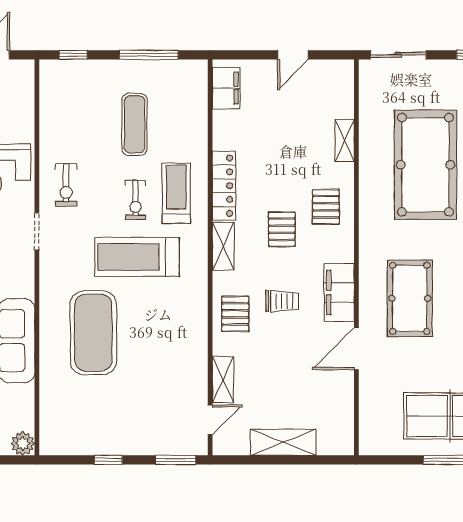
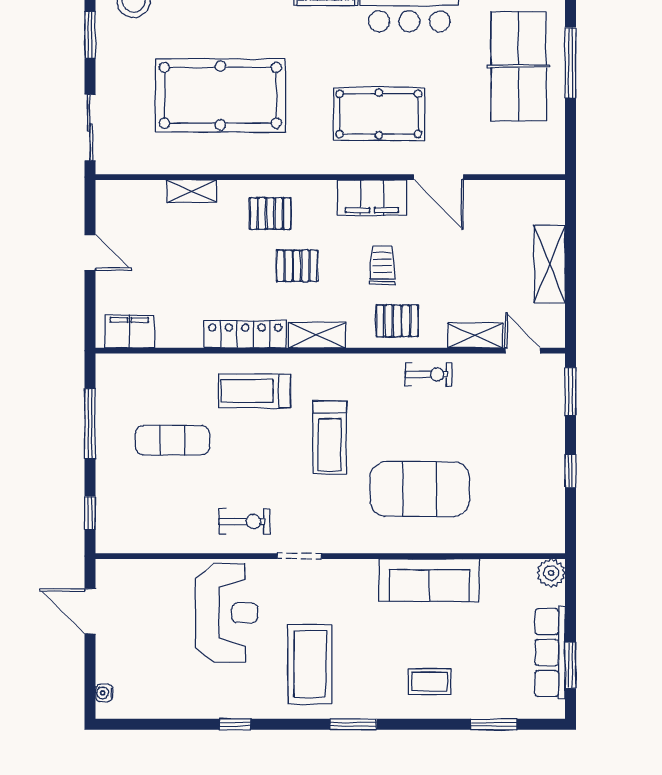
exercise bike: (136, 200) -> (429, 374), moved
treadmill: (137, 257) -> (330, 438), width x0.73, depth x0.73

